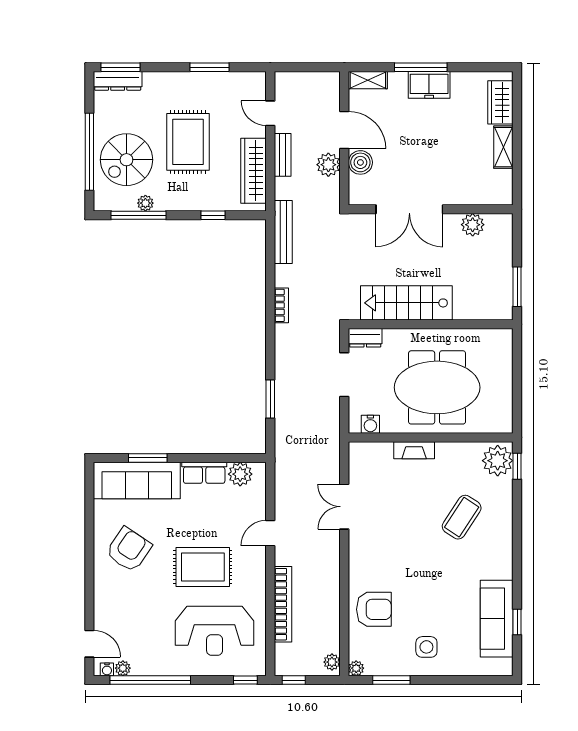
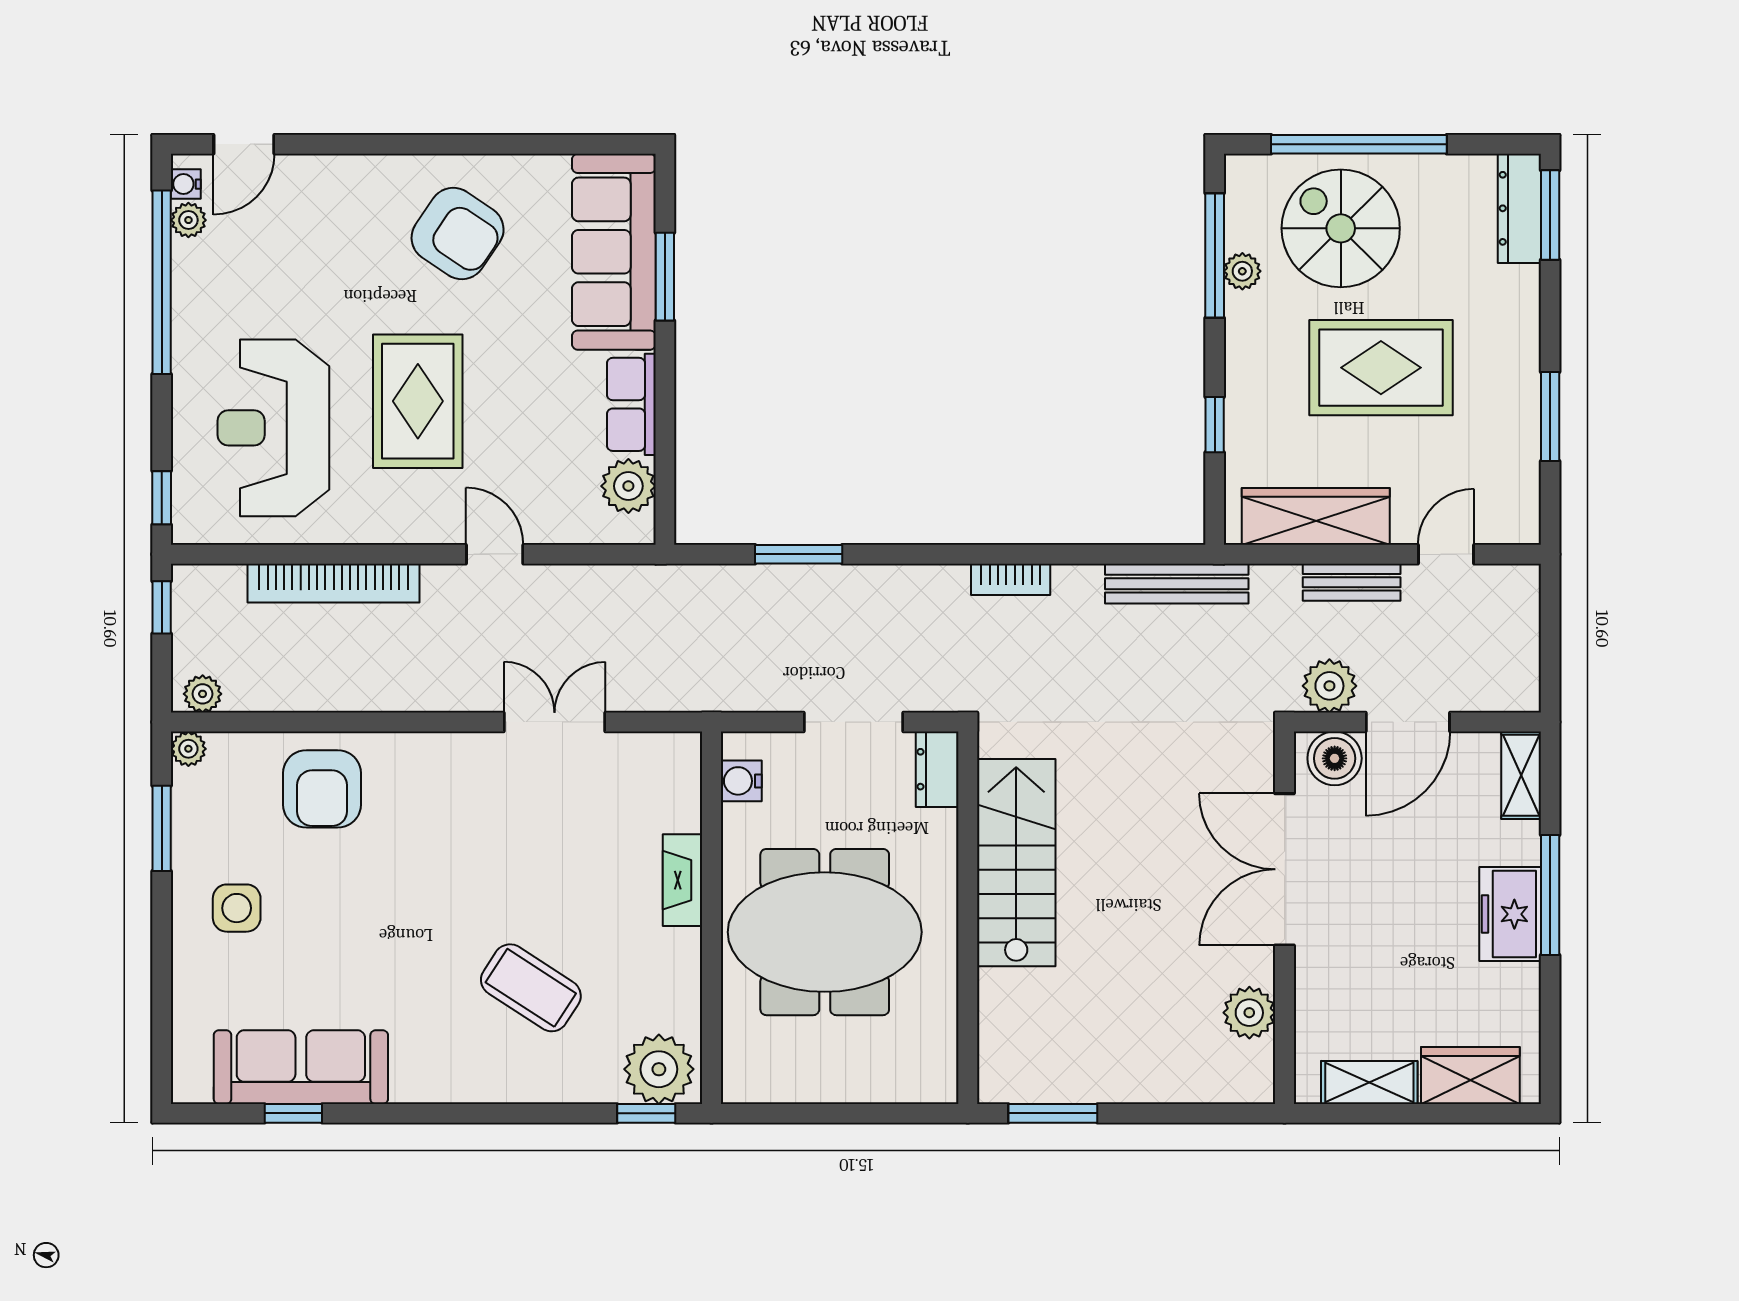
double door: (409, 209) -> (1285, 869), moved
wall: (431, 209) -> (1285, 918), moved
plant: (473, 225) -> (1249, 1013), moved
meeting table: (437, 387) -> (825, 932), turned 90

